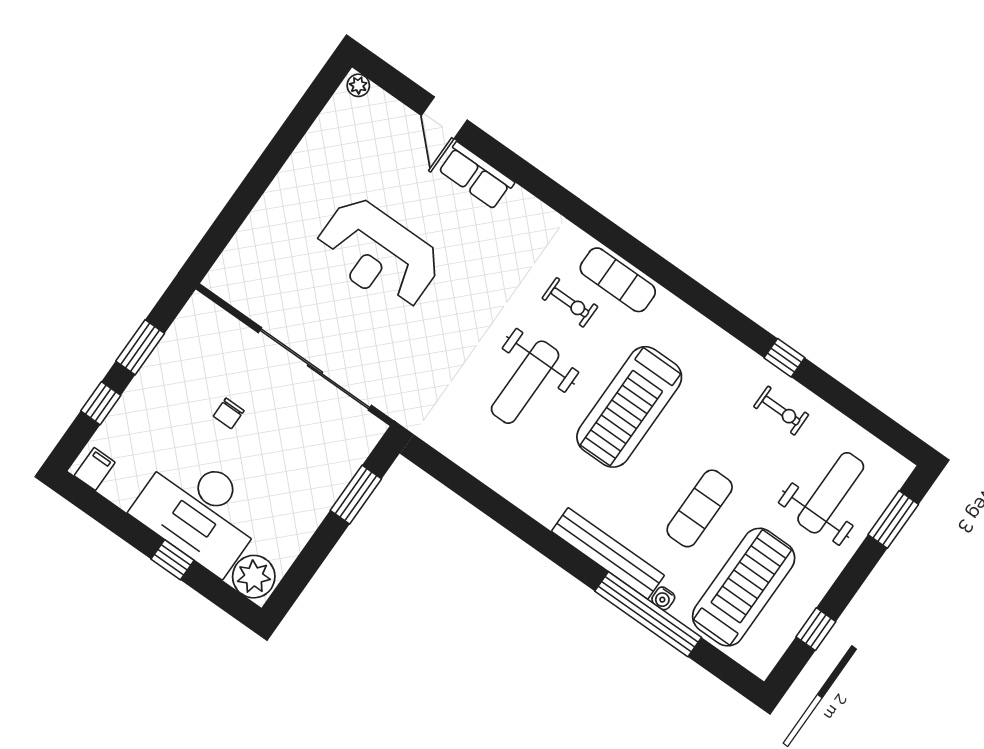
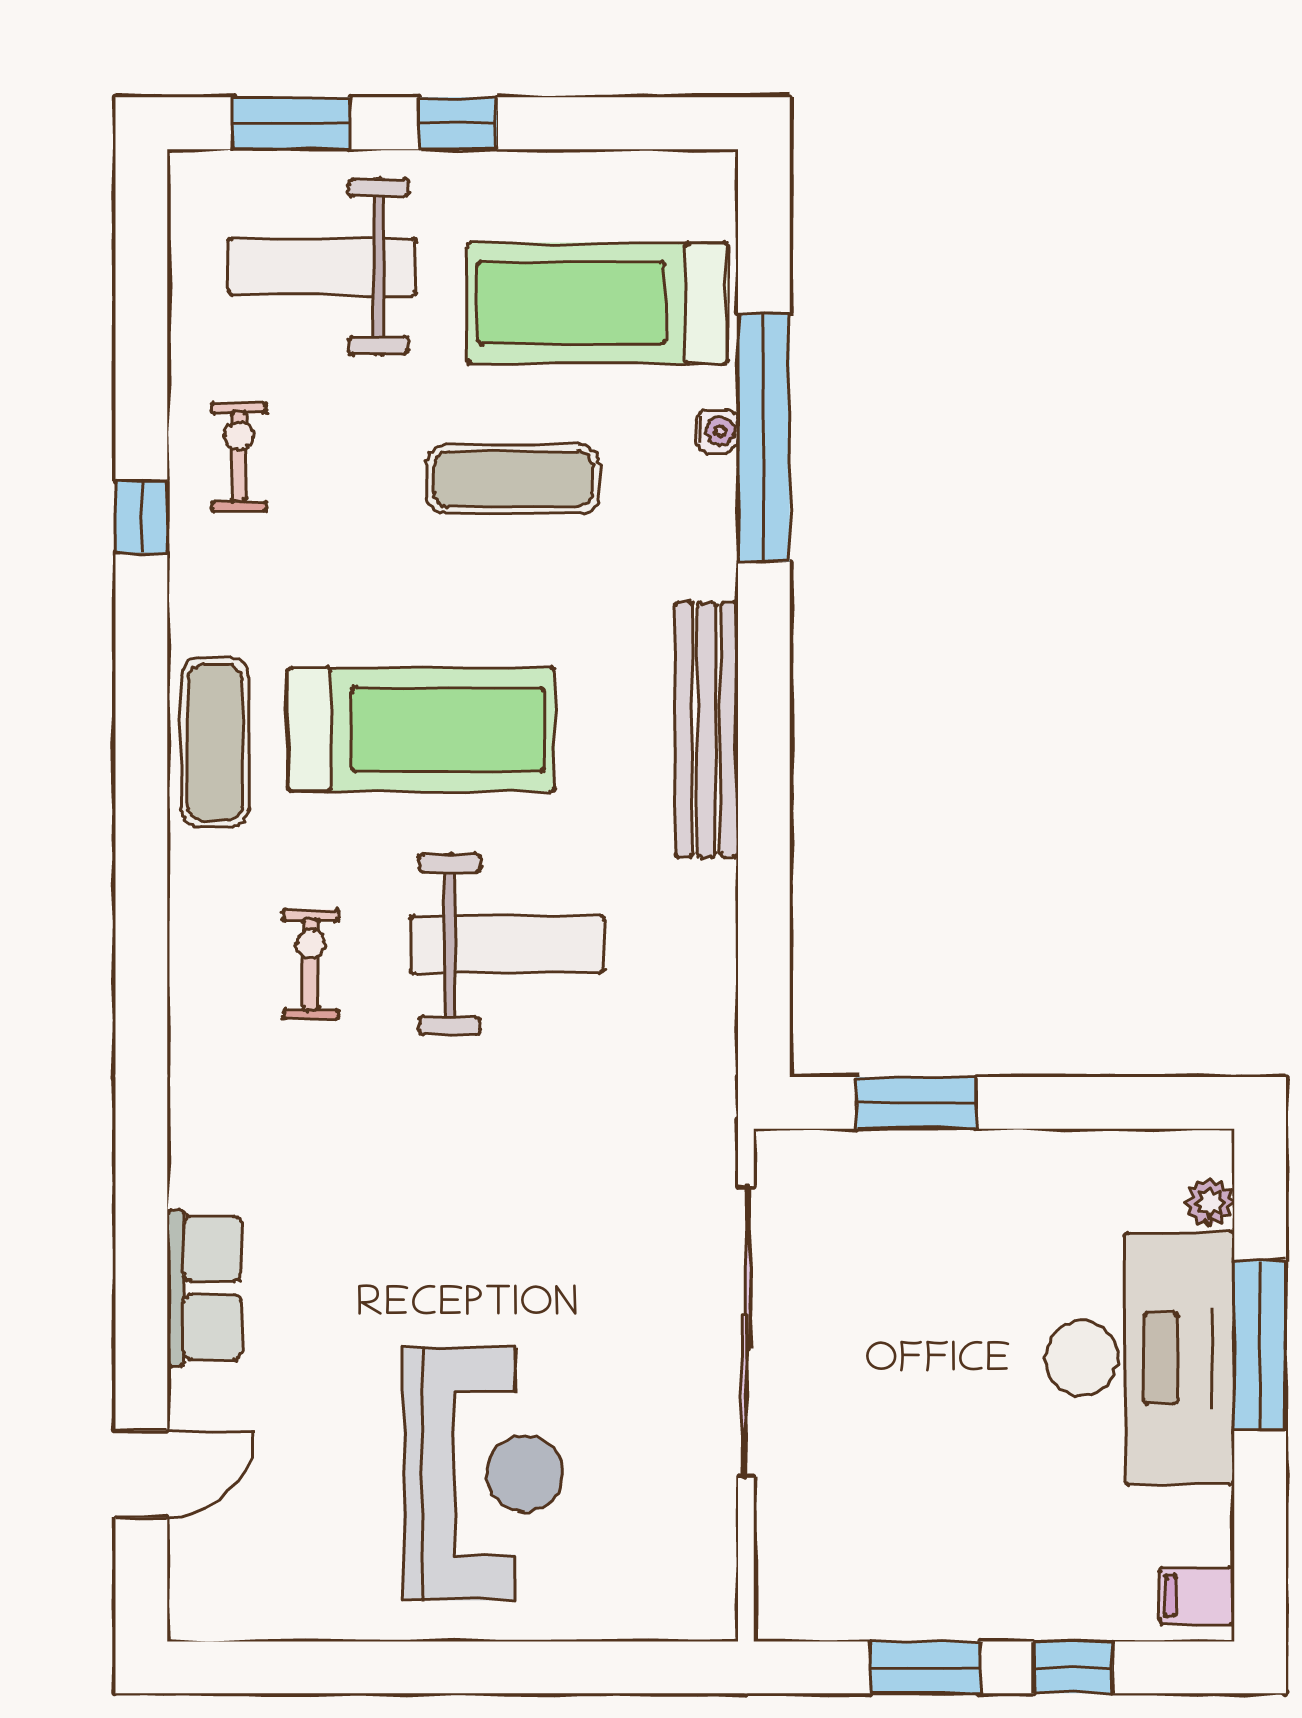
plant: (358, 85) -> (191, 1608), removed
door: (444, 118) -> (141, 1474), moved
reception desk: (378, 254) -> (483, 1474), moved
exercise mat: (618, 280) -> (215, 742), moved
chair: (229, 413) -> (932, 1429), removed
bench: (608, 553) -> (706, 730), moved
window: (173, 560) -> (1260, 1345), width x2.17
plant: (254, 577) -> (1210, 1203), width x0.53, depth x0.53
window: (816, 629) -> (458, 123), moved

